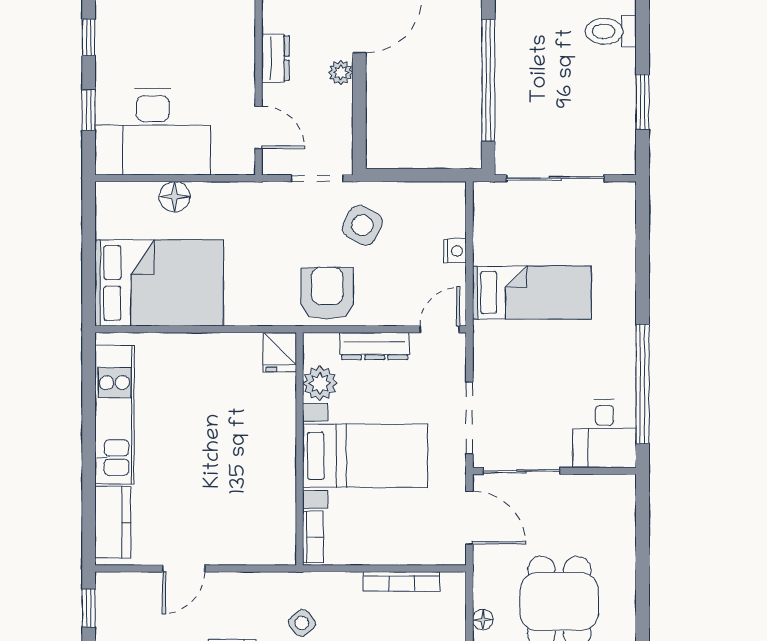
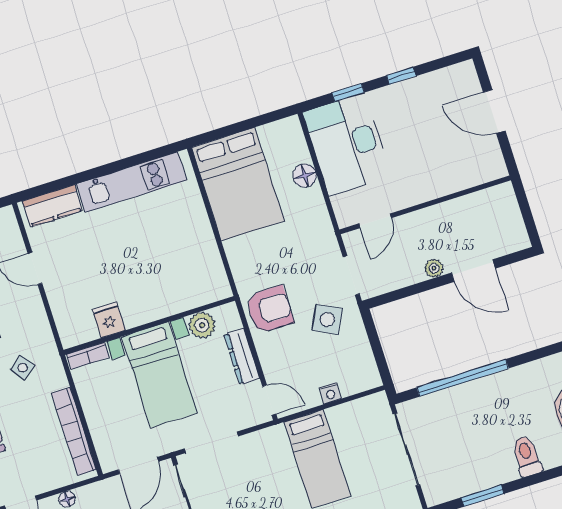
dresser: (275, 58) -> (429, 217), removed
fridge: (280, 352) -> (109, 320), moved, turned 90
bookcase: (401, 581) -> (74, 431), width x1.48, depth x1.31

